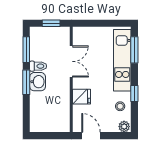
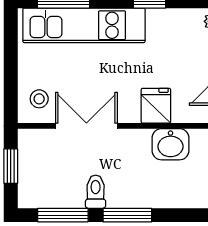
washbasin: (38, 82) -> (171, 144), moved, turned 180
stool: (120, 106) -> (39, 99), moved

